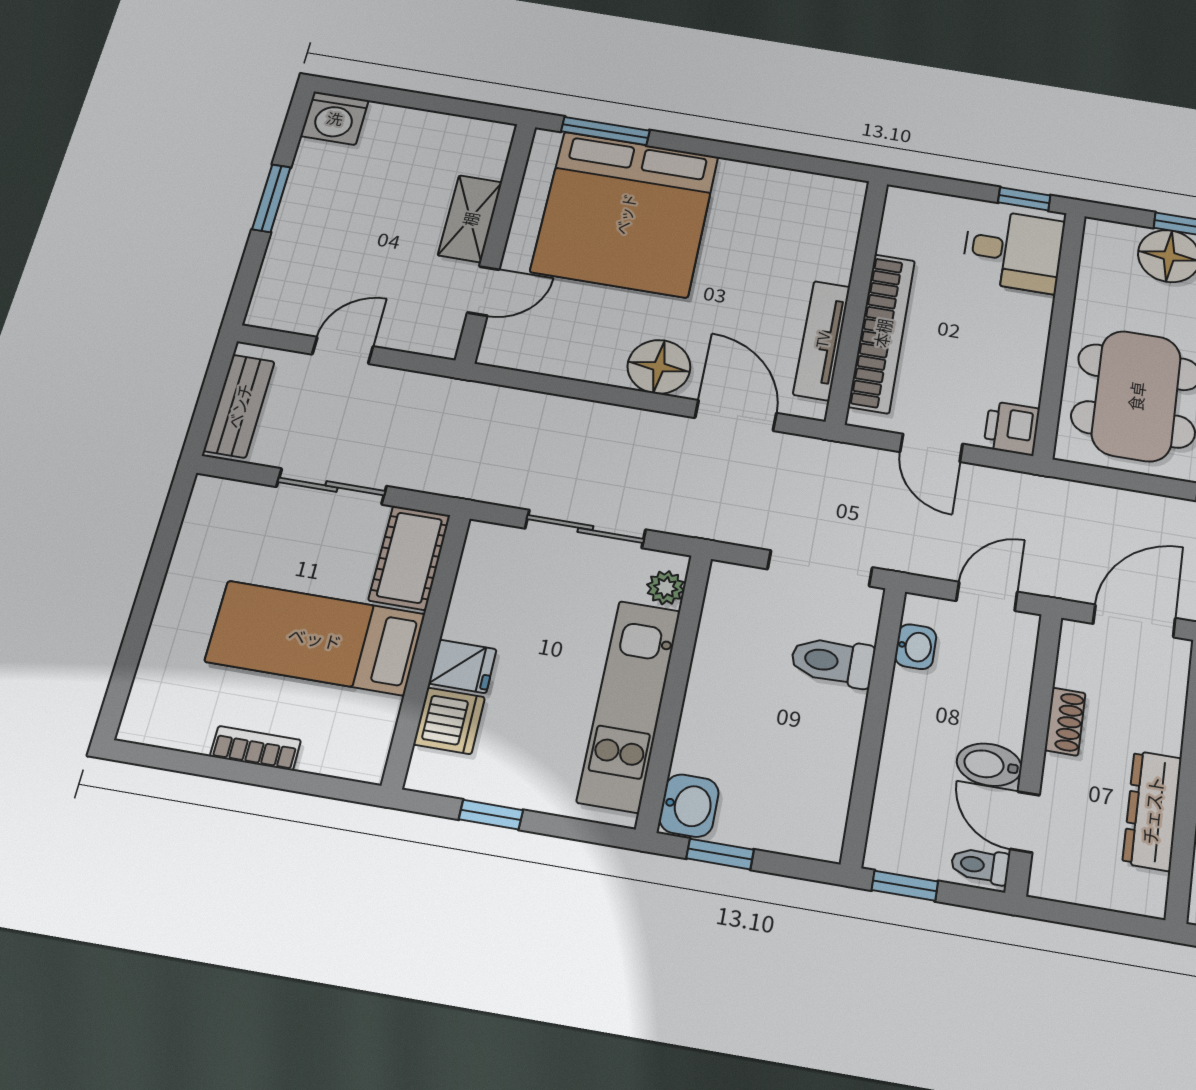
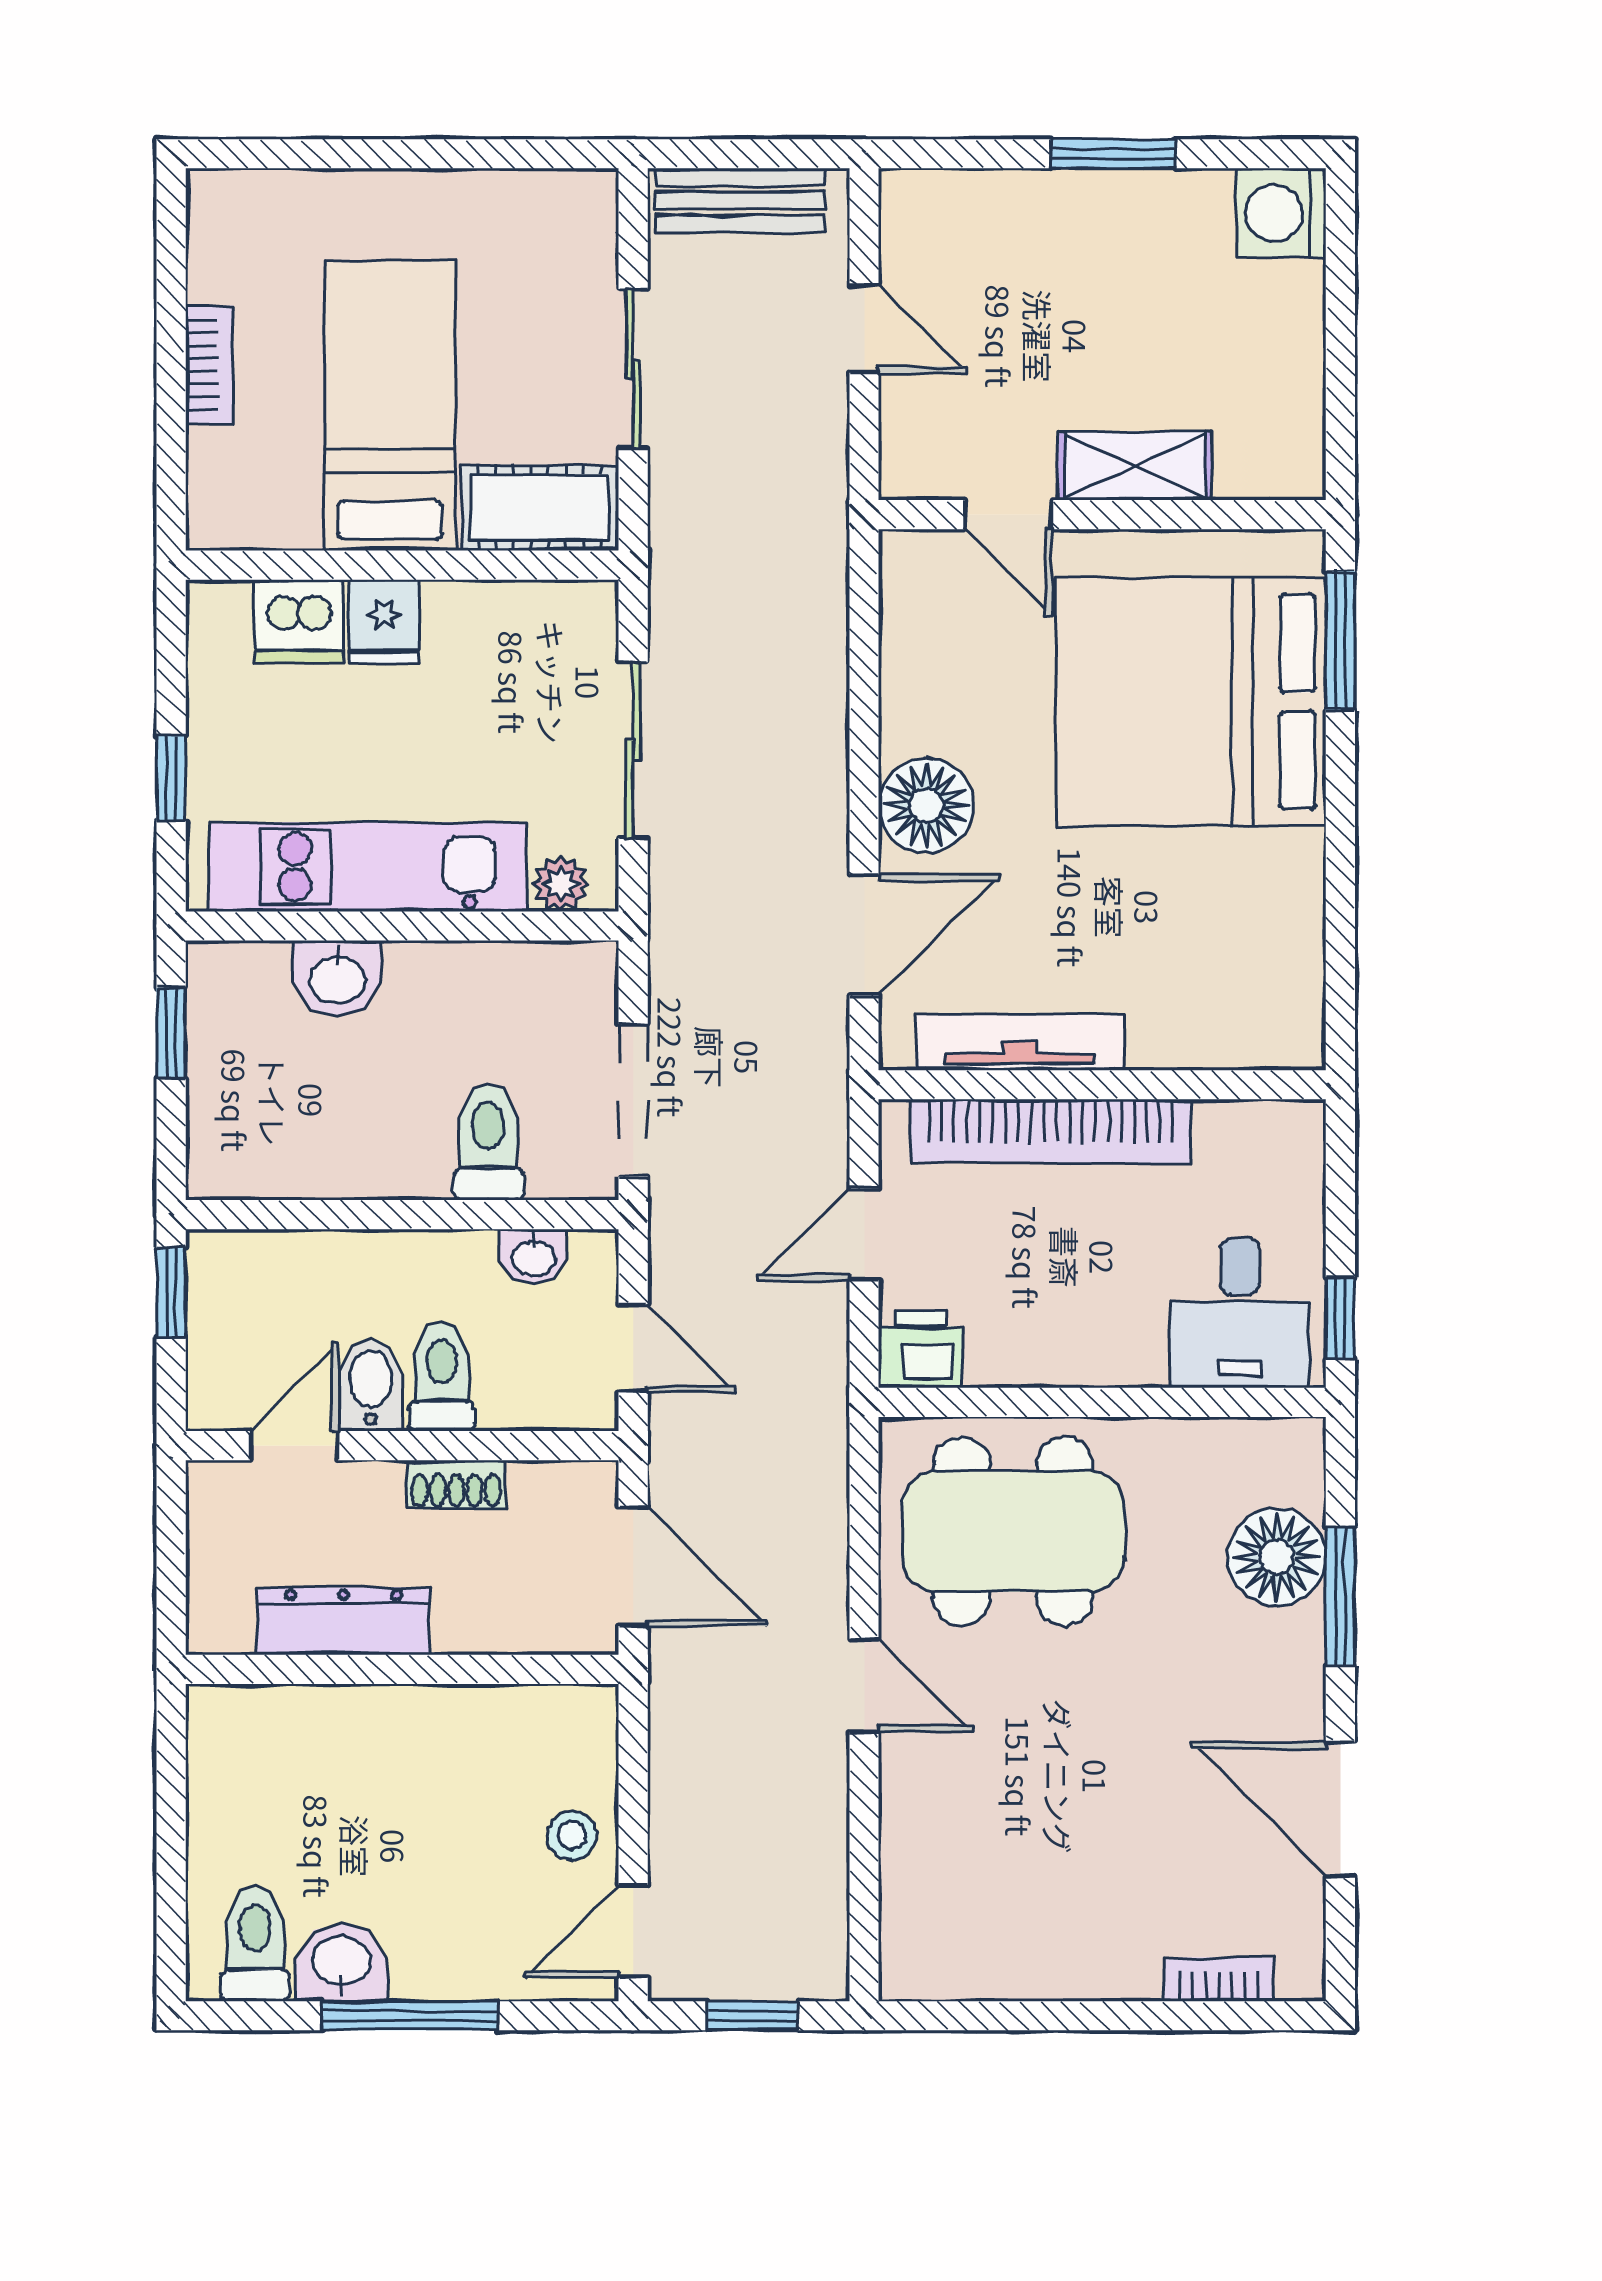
washbasin: (689, 806) -> (337, 978), moved
window: (491, 815) -> (171, 778), moved
toilet: (980, 865) -> (442, 1377), moved, width x1.37, depth x1.39

